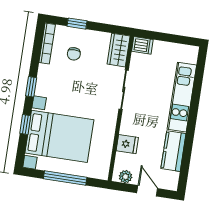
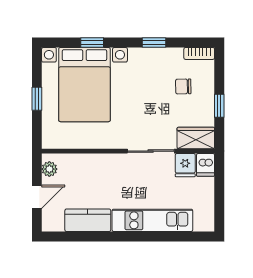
window: (77, 24) -> (219, 106), moved
bookcase: (47, 43) -> (199, 53), width x0.64
window: (31, 87) -> (154, 43), moved
fridge: (127, 144) -> (185, 165), moved
window: (65, 178) -> (37, 99), width x0.46

